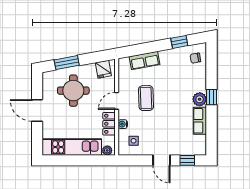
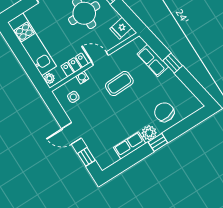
window: (179, 42) -> (173, 63), moved
chair: (195, 58) -> (164, 112), moved, width x1.87, depth x1.87
door: (161, 160) -> (72, 133), hinge flipped

